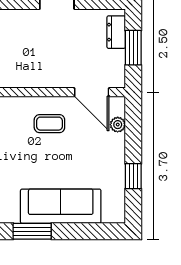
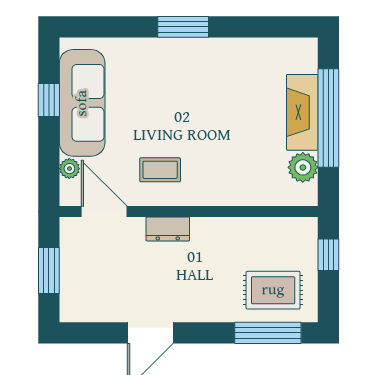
dresser: (116, 32) -> (168, 229), moved, turned 90
sofa: (61, 206) -> (82, 103), moved, turned -90

